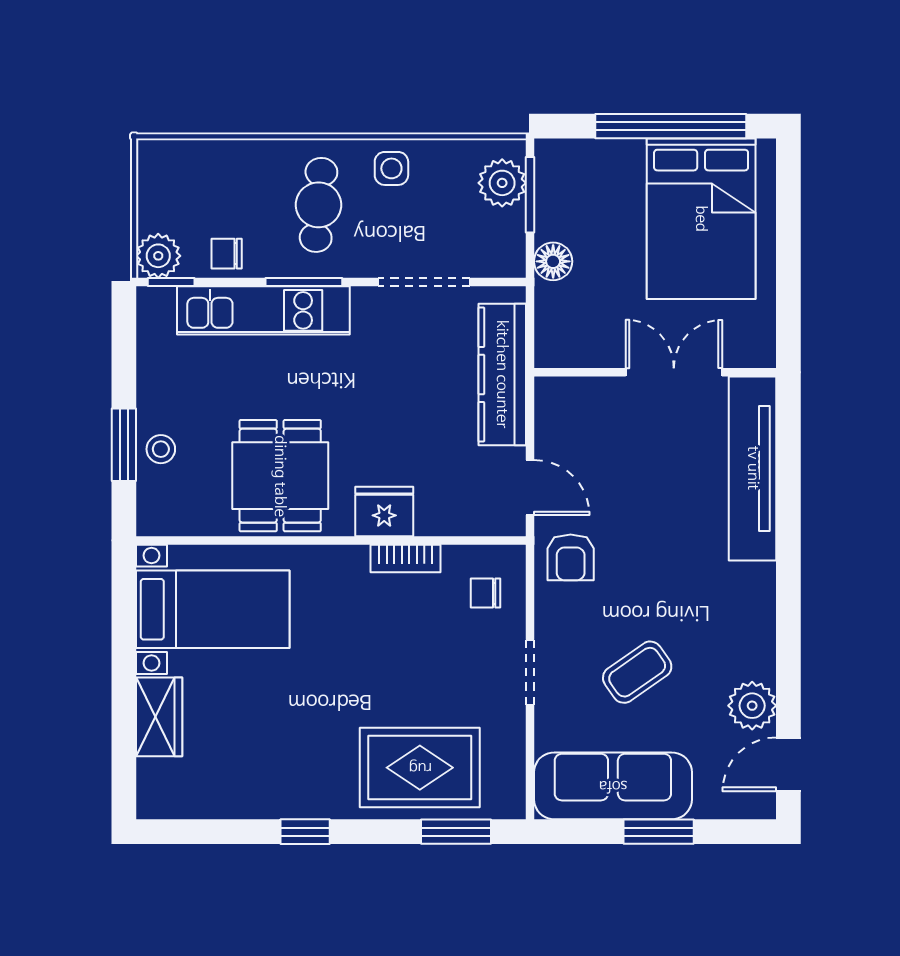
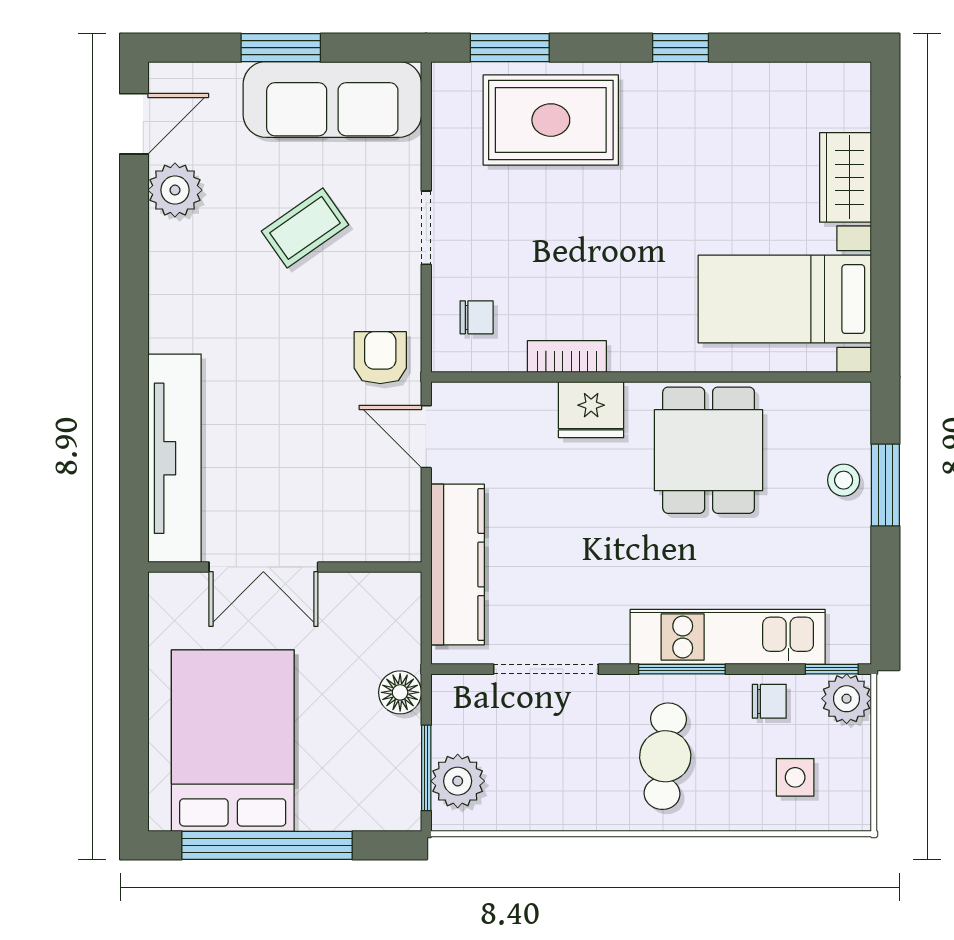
side table: (391, 168) -> (795, 777), moved

